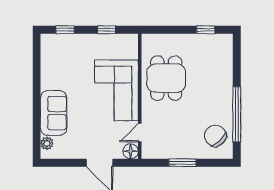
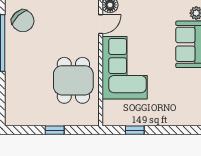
window: (65, 30) -> (178, 130), removed
window: (206, 30) -> (55, 130), moved

